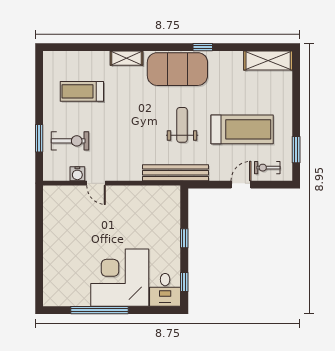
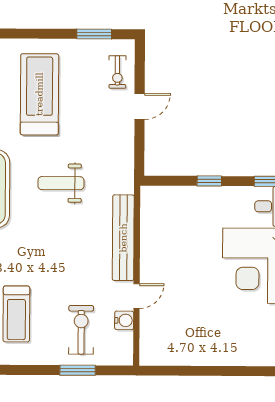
treadmill: (242, 129) -> (39, 94), moved
bench: (176, 173) -> (123, 238), moved
door: (241, 185) -> (140, 106), swing flipped

